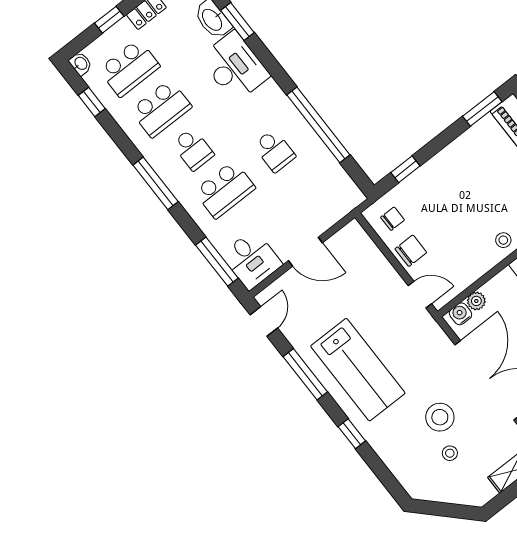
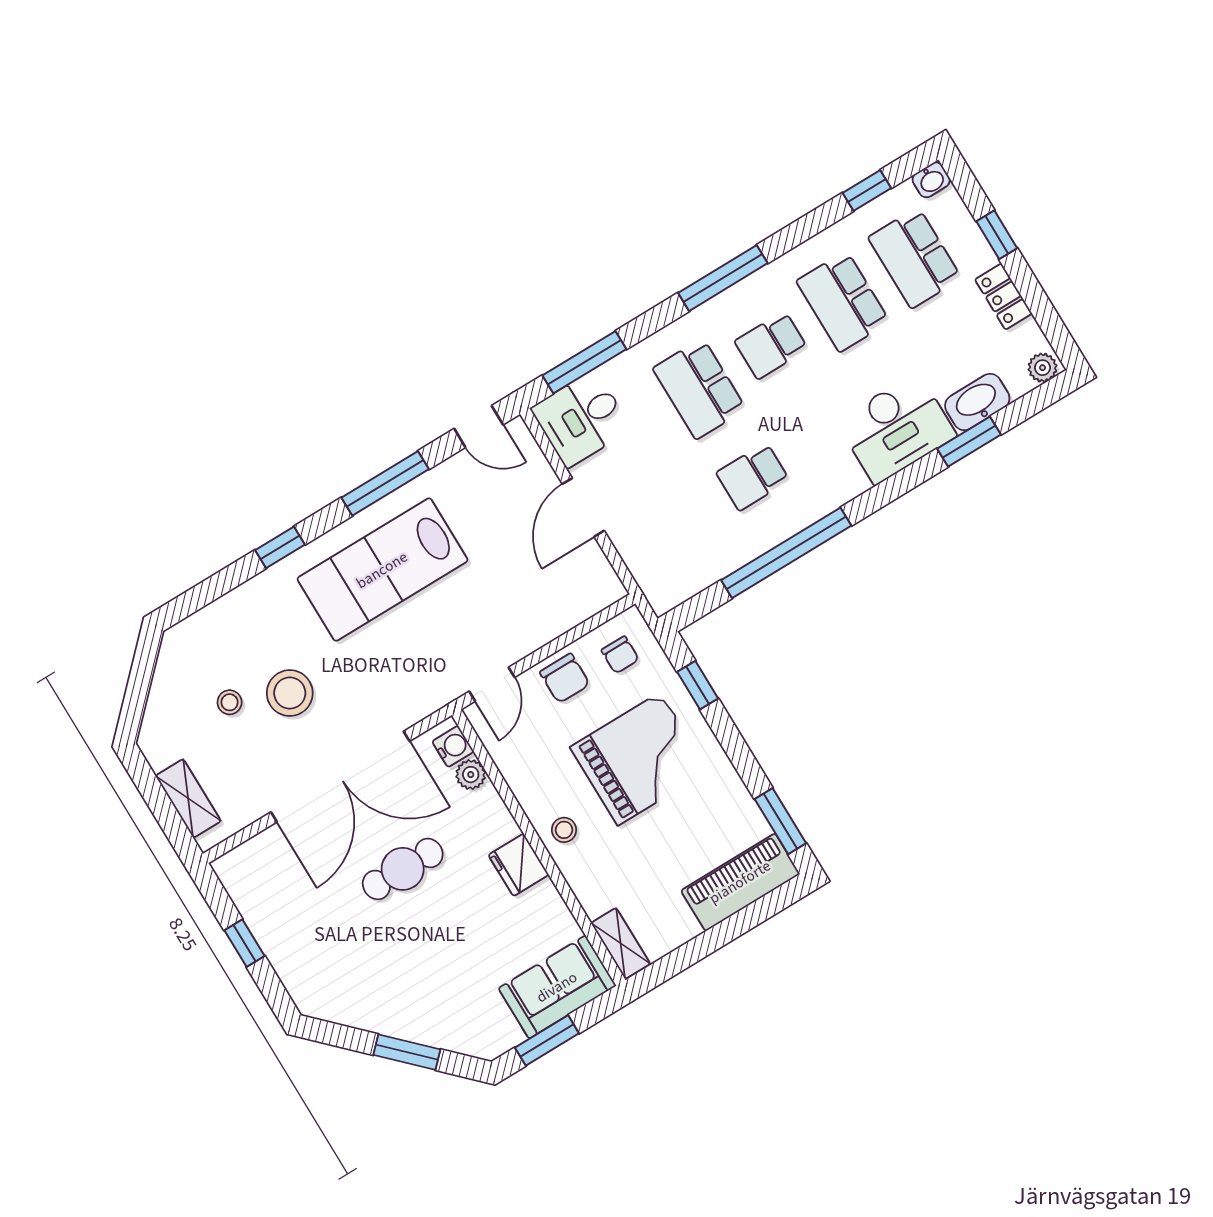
grand piano: (455, 200) -> (639, 759), added

